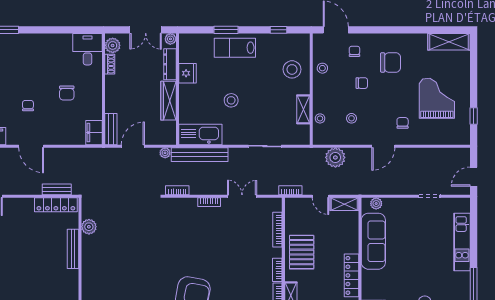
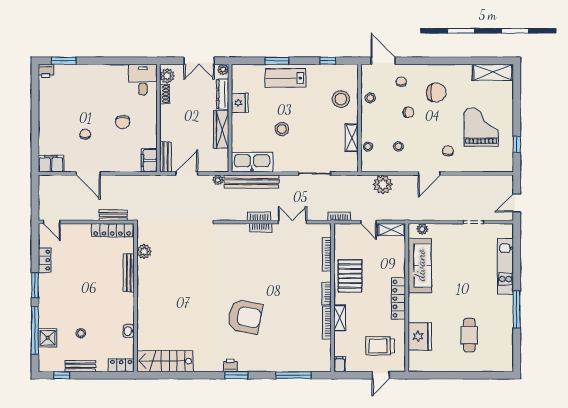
bookcase: (177, 190) -> (259, 216), moved

